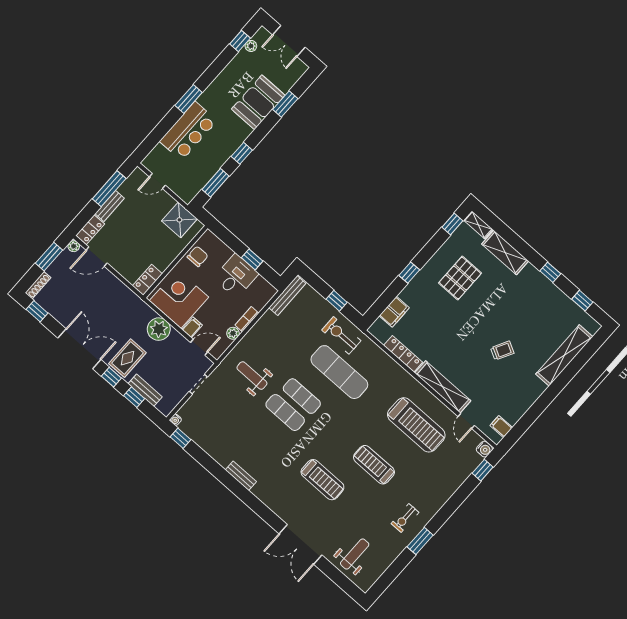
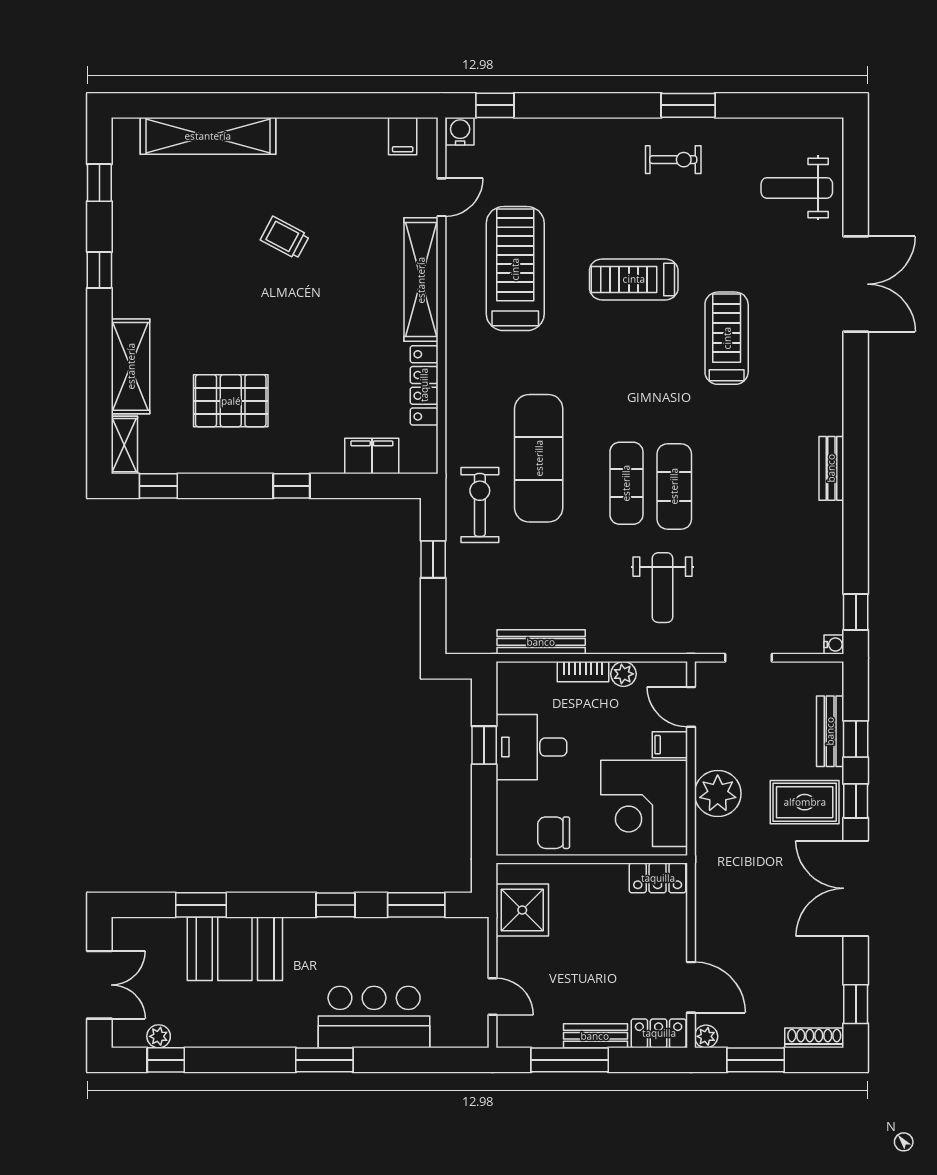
bench: (287, 296) -> (541, 642), moved
exercise bike: (341, 335) -> (480, 505), turned 180
treadmill: (374, 465) -> (634, 279), turned 90

